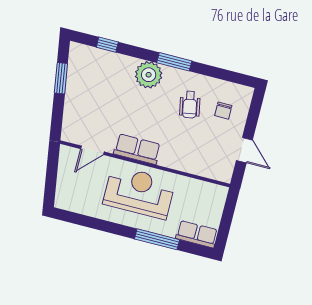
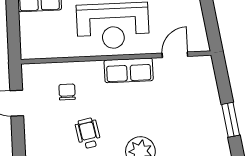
chair: (223, 111) -> (67, 92), moved

